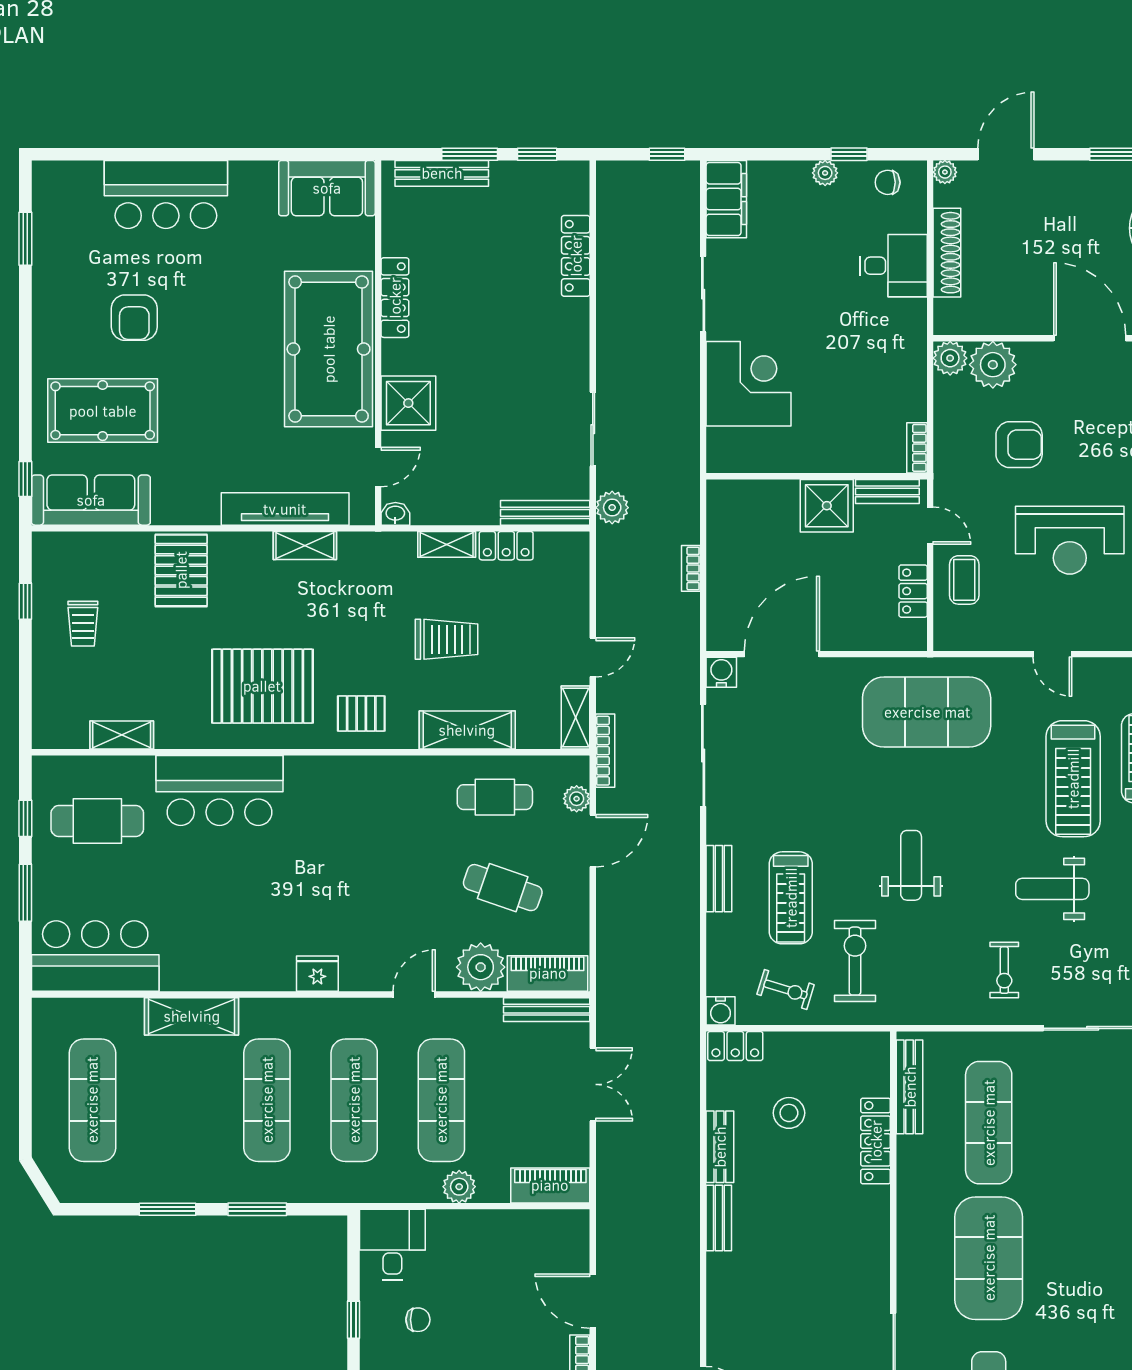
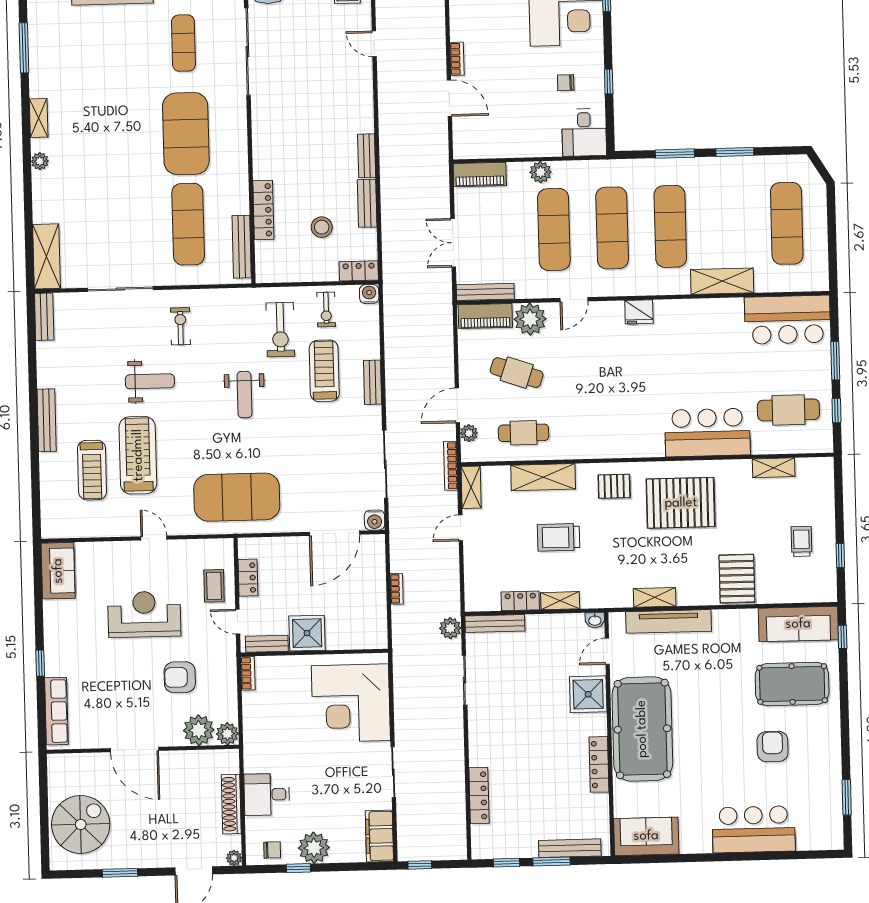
plant: (825, 173) -> (314, 848), width x1.87, depth x1.87
corner desk: (749, 384) -> (351, 703), width x1.36, depth x1.36
exercise bike: (786, 989) -> (326, 309), turned -107

